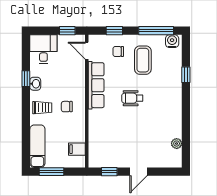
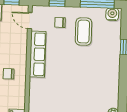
wheelchair: (132, 98) -> (72, 68), removed

